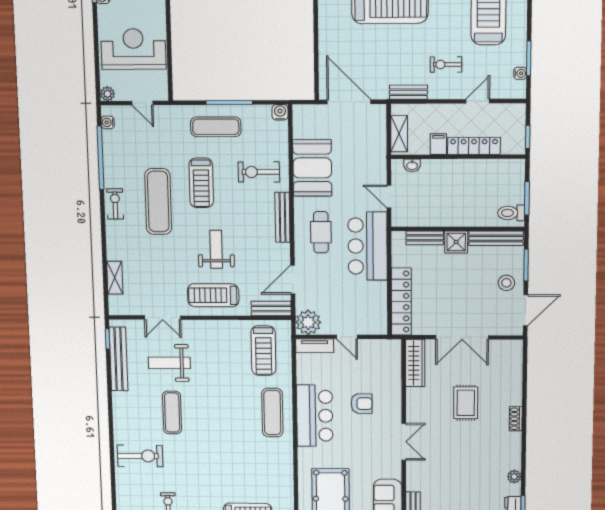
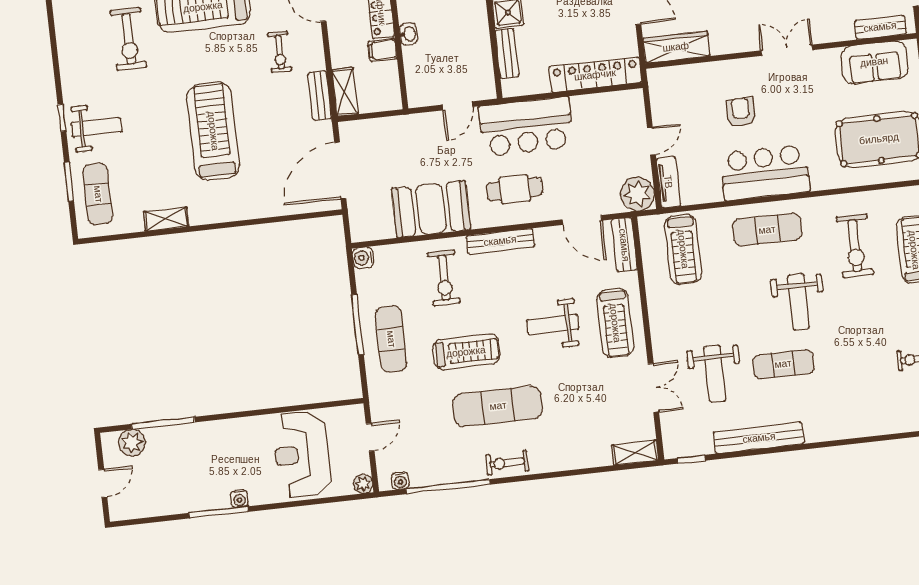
shelving: (399, 134) -> (345, 92), moved, turned 90
washbasin: (412, 165) -> (408, 34), moved
shelving: (115, 278) -> (635, 453), moved
treadmill: (263, 351) -> (683, 249), turned 90
bench: (119, 359) -> (759, 438), moved
weight bench: (217, 428) -> (799, 302), added
exercise bike: (140, 456) -> (855, 246), moved, turned 180

